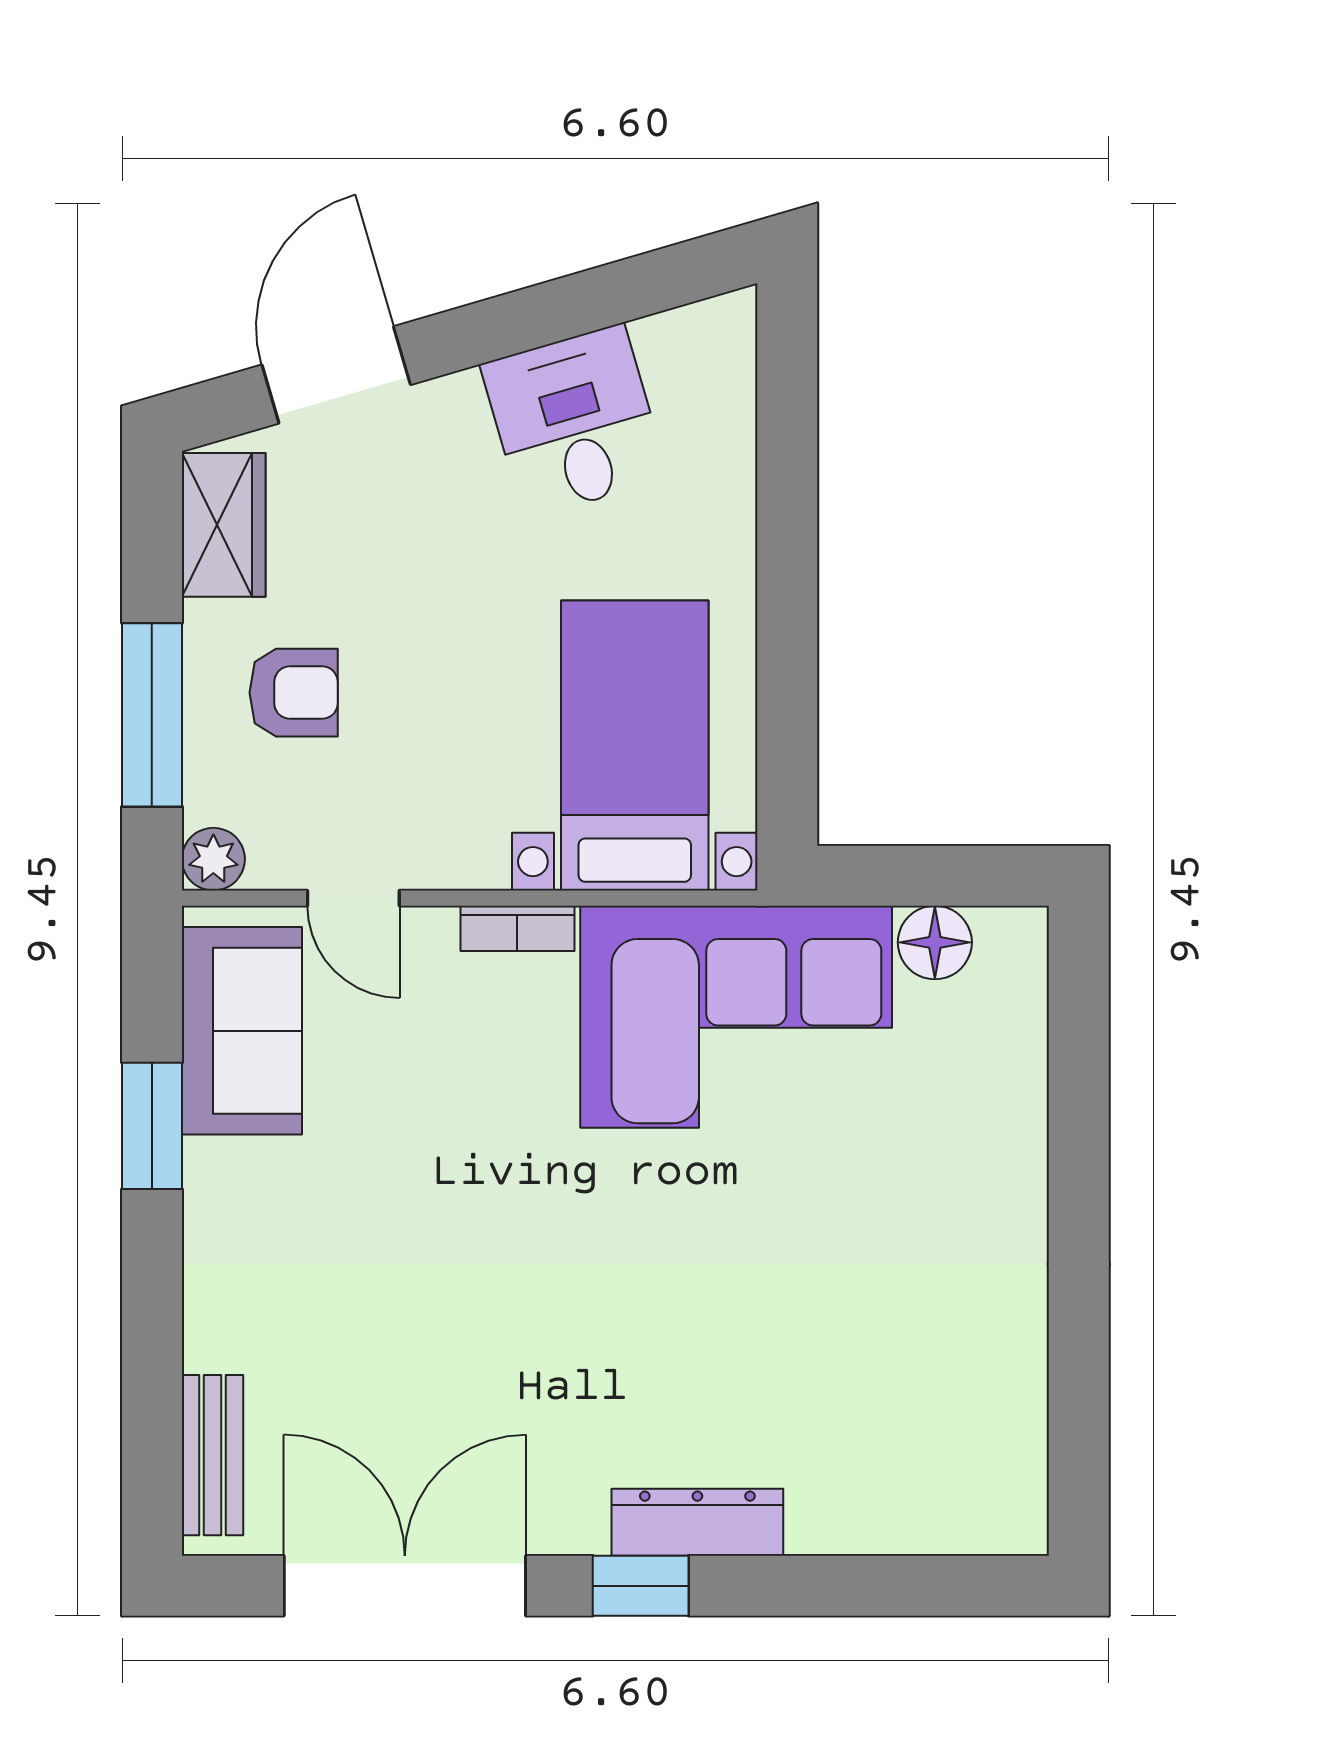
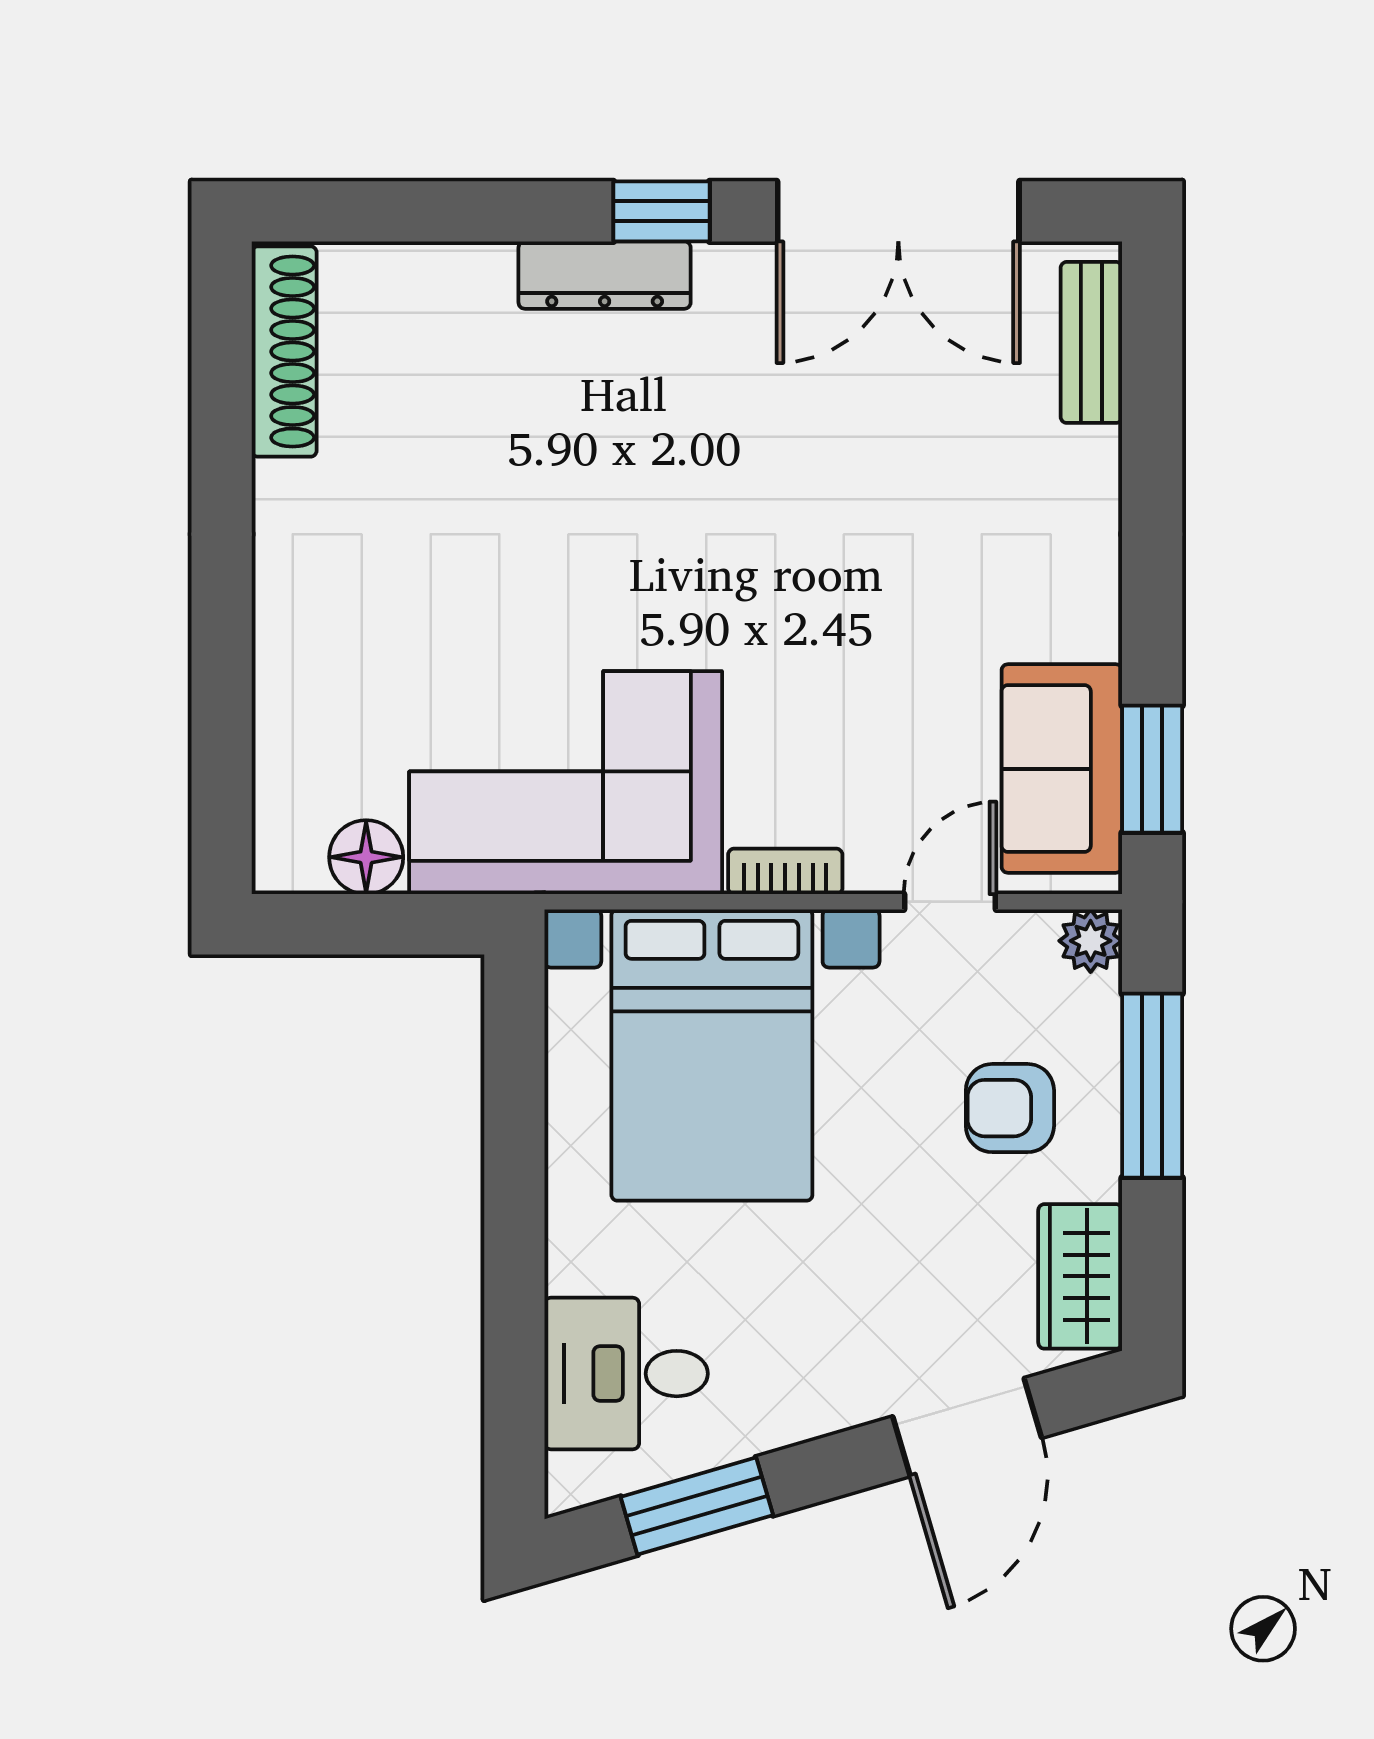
window: (606, 296) -> (697, 1506), added
desk: (574, 421) -> (626, 1374), moved, turned 106
bed with nightstands: (635, 745) -> (712, 1055), width x1.36
door: (353, 898) -> (950, 902), hinge flipped
window: (152, 1126) -> (1152, 769), moved
shoe rack: (1017, 1446) -> (284, 352), added

